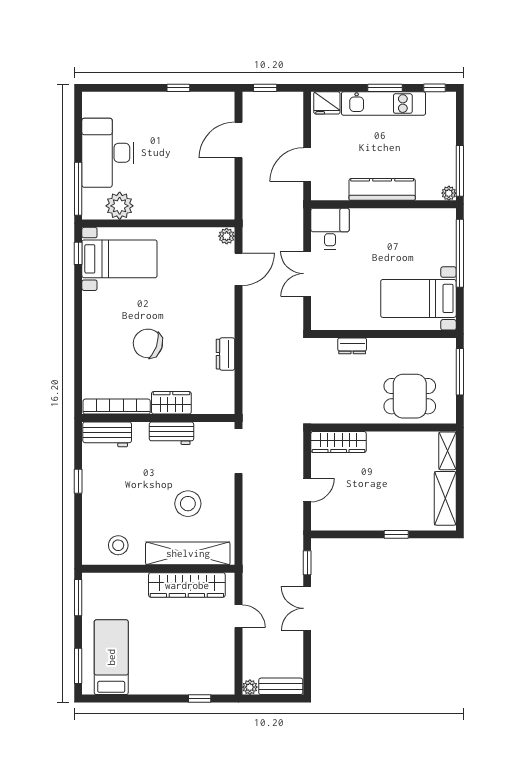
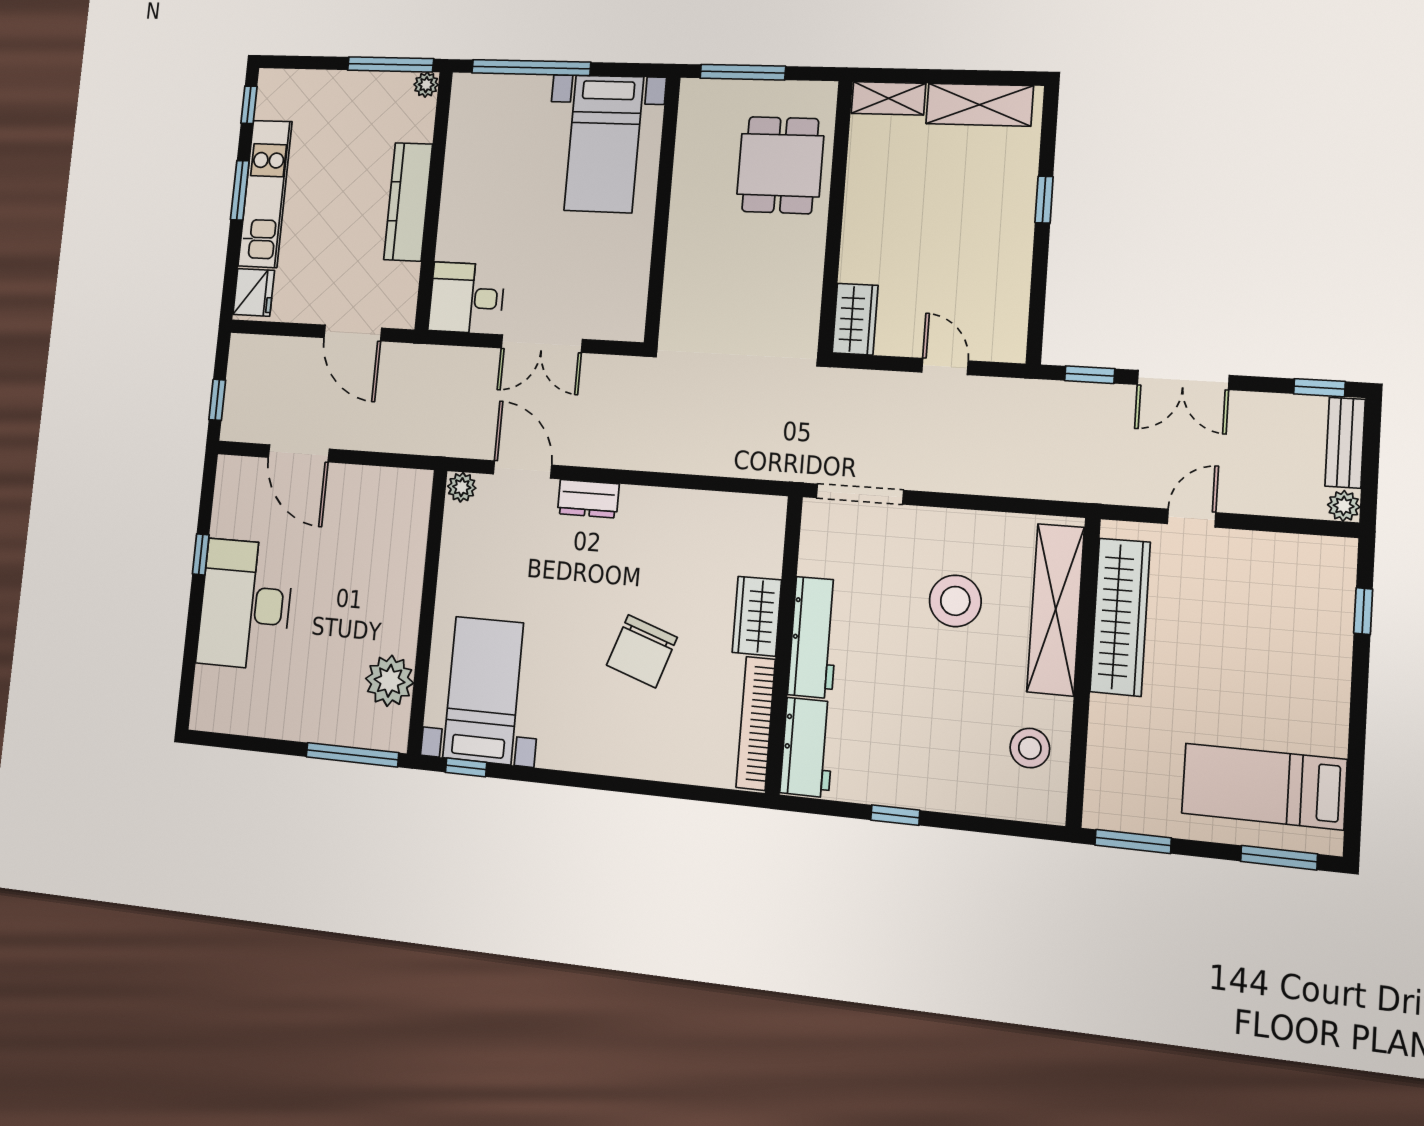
desk: (108, 153) -> (245, 604), moved, turned 90
dresser: (352, 346) -> (679, 268), removed
dresser: (225, 354) -> (588, 499), moved
workbench: (171, 433) -> (814, 637), width x1.38
wardrobe: (339, 442) -> (855, 319), width x0.67
window: (307, 673) -> (1319, 388), added

